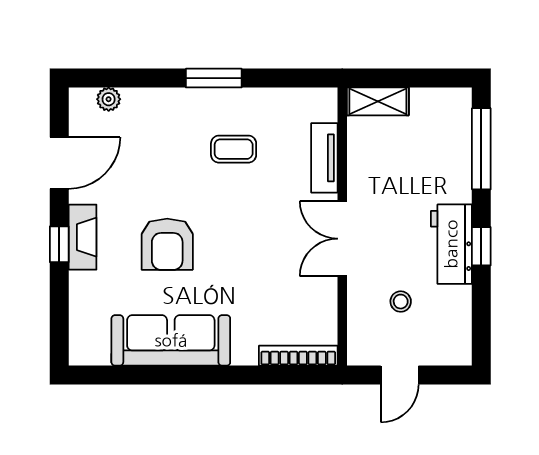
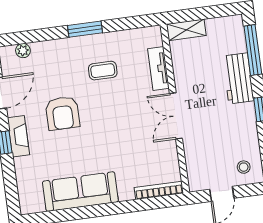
armchair: (167, 244) -> (63, 113), moved
workbench: (451, 244) -> (238, 78), moved
stool: (401, 302) -> (244, 167), moved

